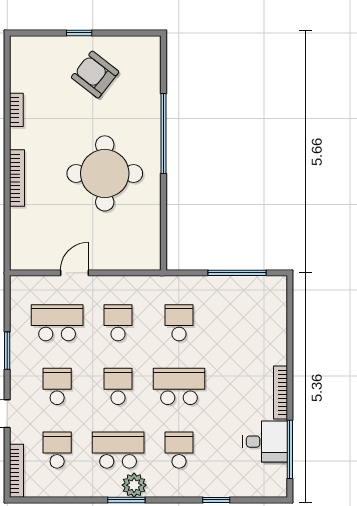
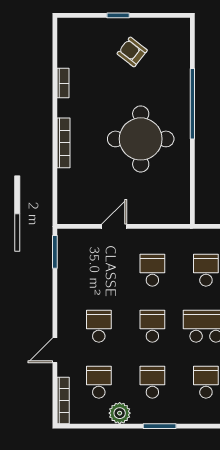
armchair: (95, 75) -> (132, 52), width x0.72, depth x0.72
school desk: (57, 323) -> (99, 270), removed
window: (7, 351) -> (55, 252), moved
school desk: (118, 450) -> (152, 382), width x0.54
plant: (134, 485) -> (120, 413), moved

